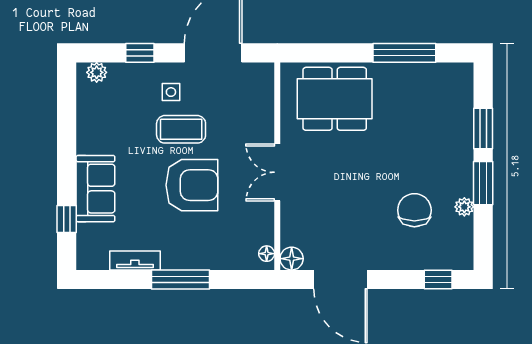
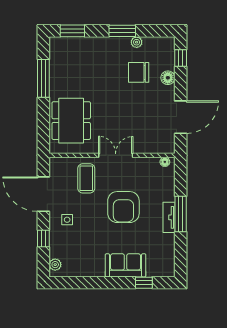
window: (483, 128) -> (72, 31), moved
coffee table: (181, 129) -> (86, 178), moved
double door: (277, 172) -> (116, 155), swing flipped
armchair: (192, 185) -> (123, 207), turned 180
floor lamp: (292, 259) -> (168, 78), moved
tv unit: (135, 260) -> (169, 217), moved

